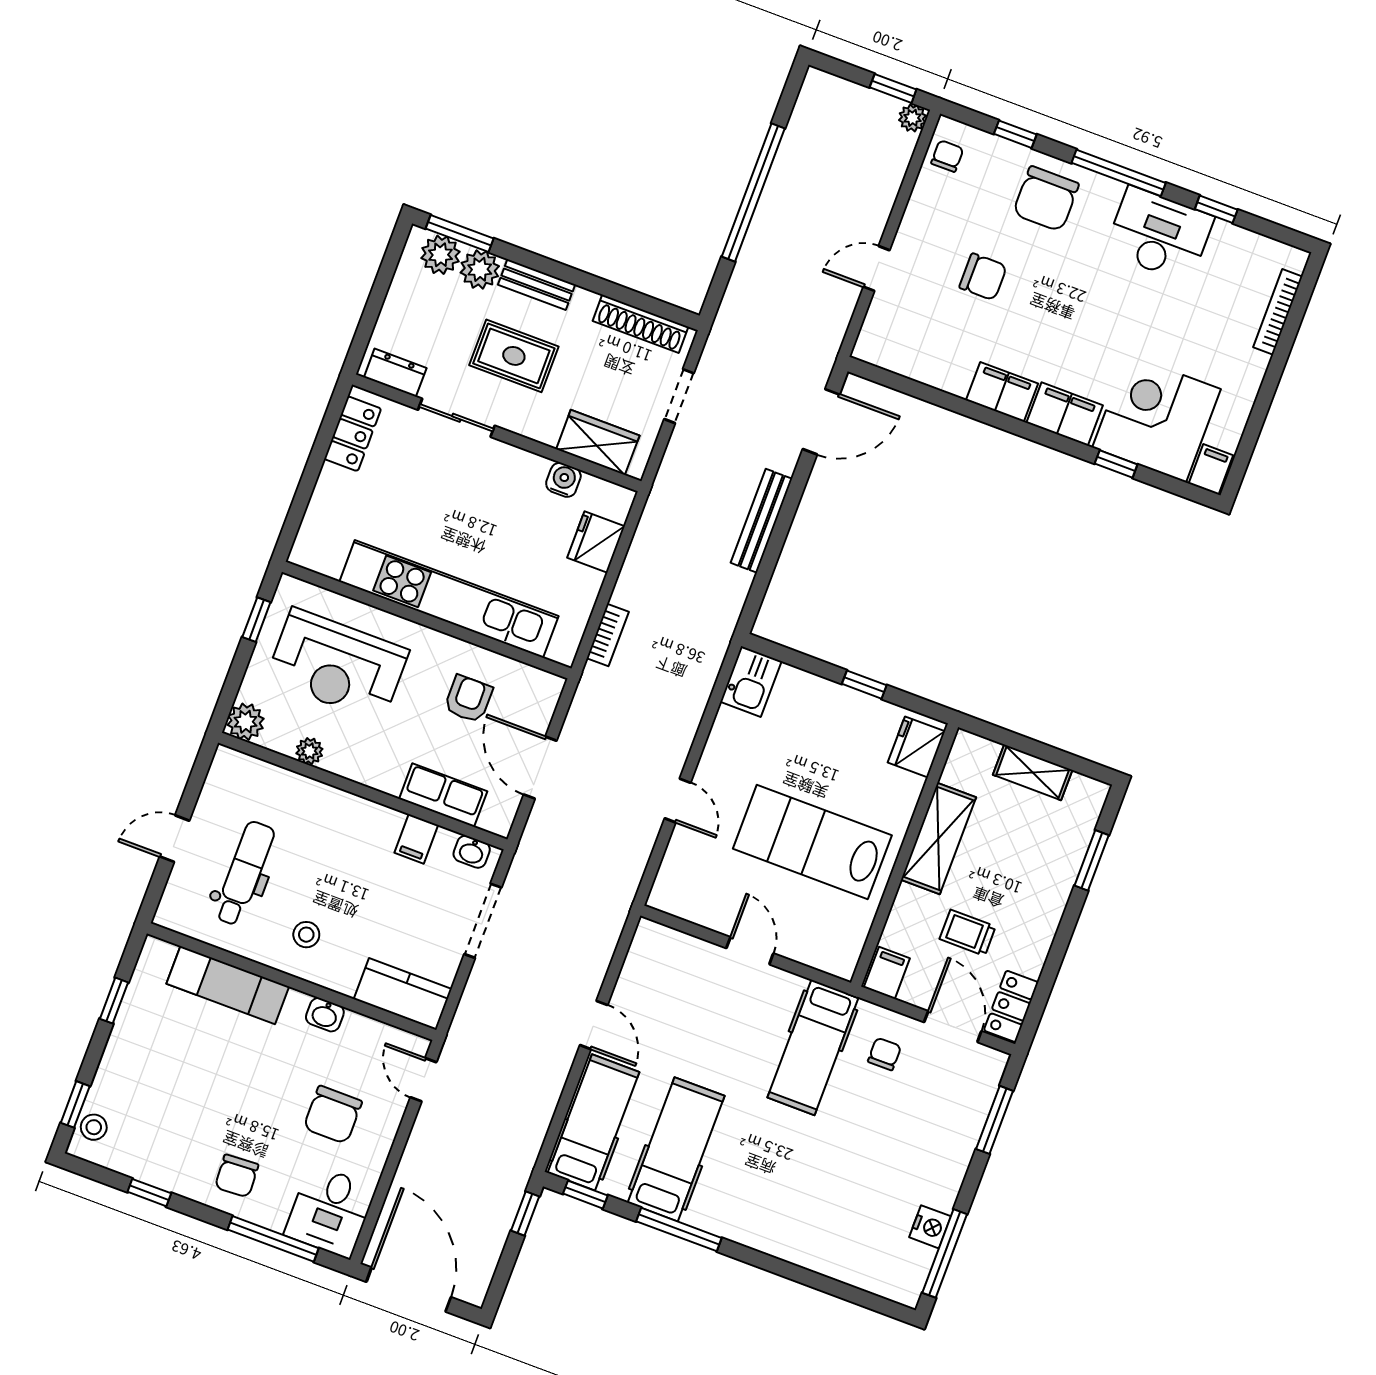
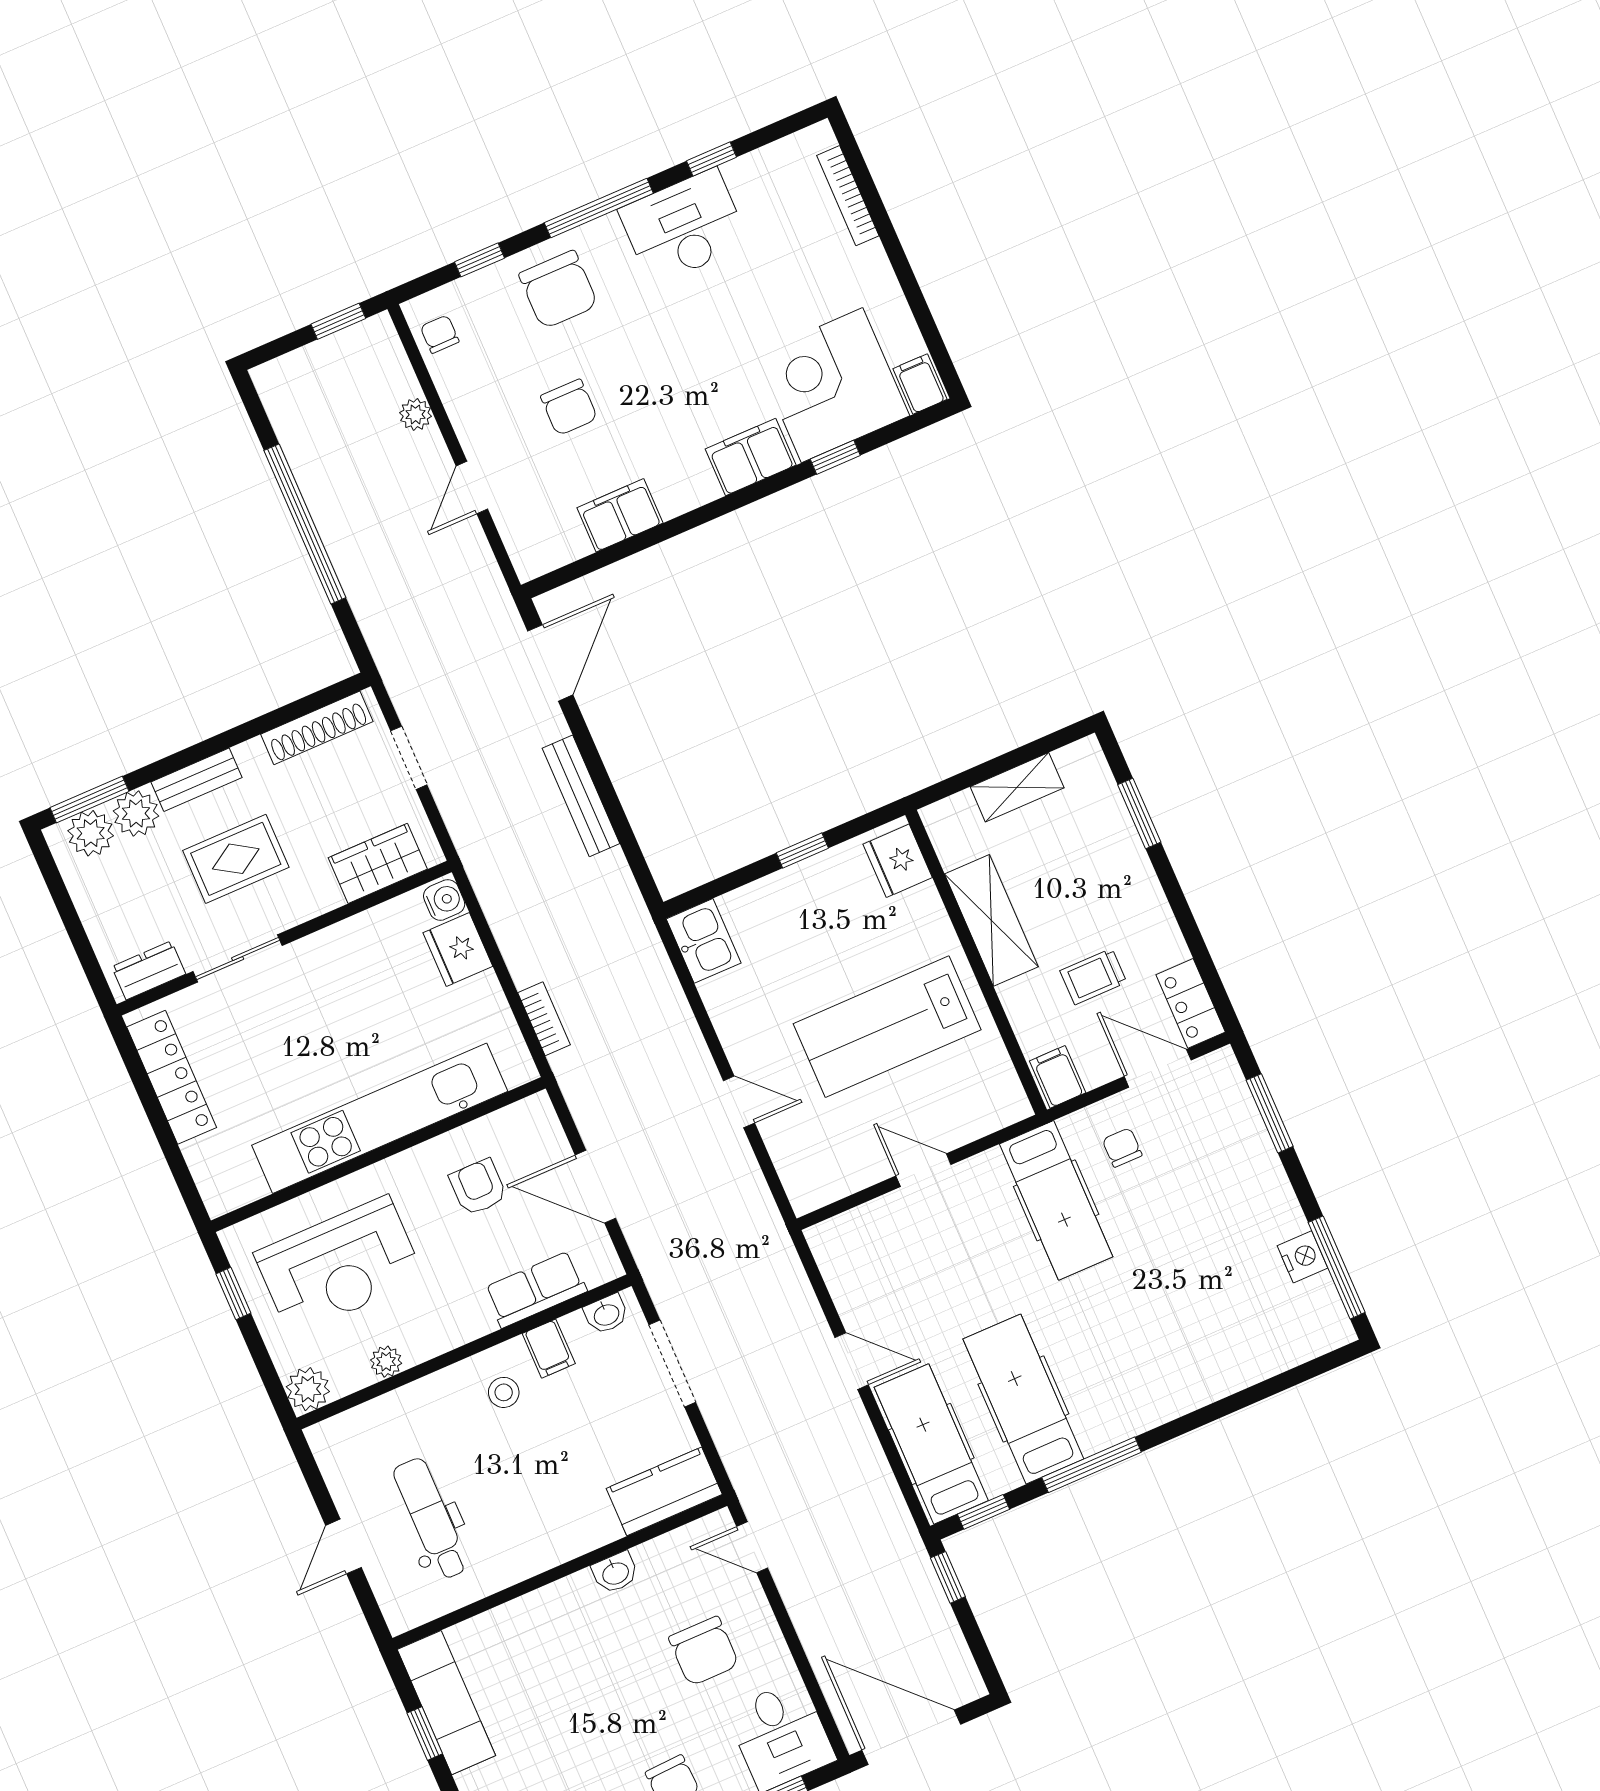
plant: (912, 118) -> (416, 414), moved
chair: (983, 277) -> (569, 407), turned 90
filing cabinet: (1002, 392) -> (620, 515), moved
locker: (353, 434) -> (172, 1077), width x1.53
water cooler: (563, 480) -> (444, 900), moved, turned 90
stool: (306, 935) -> (504, 1392), moved
exam couch: (228, 985) -> (446, 1703), moved, turned -90

